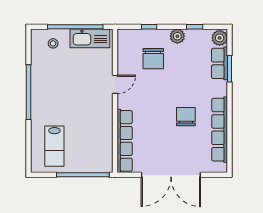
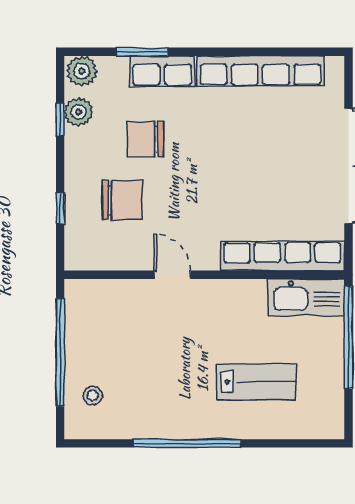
plant: (177, 36) -> (79, 112), moved
kitchen sink: (90, 38) -> (306, 297), moved, turned 90
row of seats: (220, 63) -> (162, 71), moved
chair: (186, 117) -> (145, 139), moved
lab bench: (54, 146) -> (256, 382), moved

